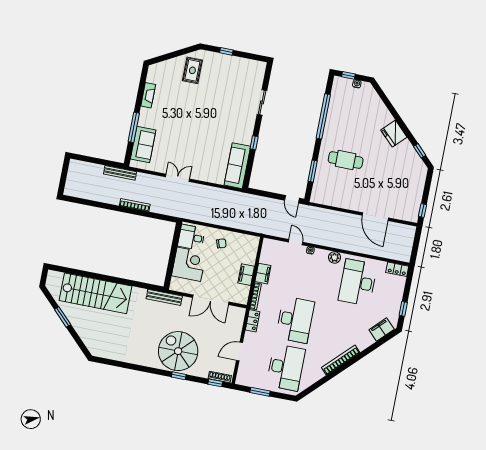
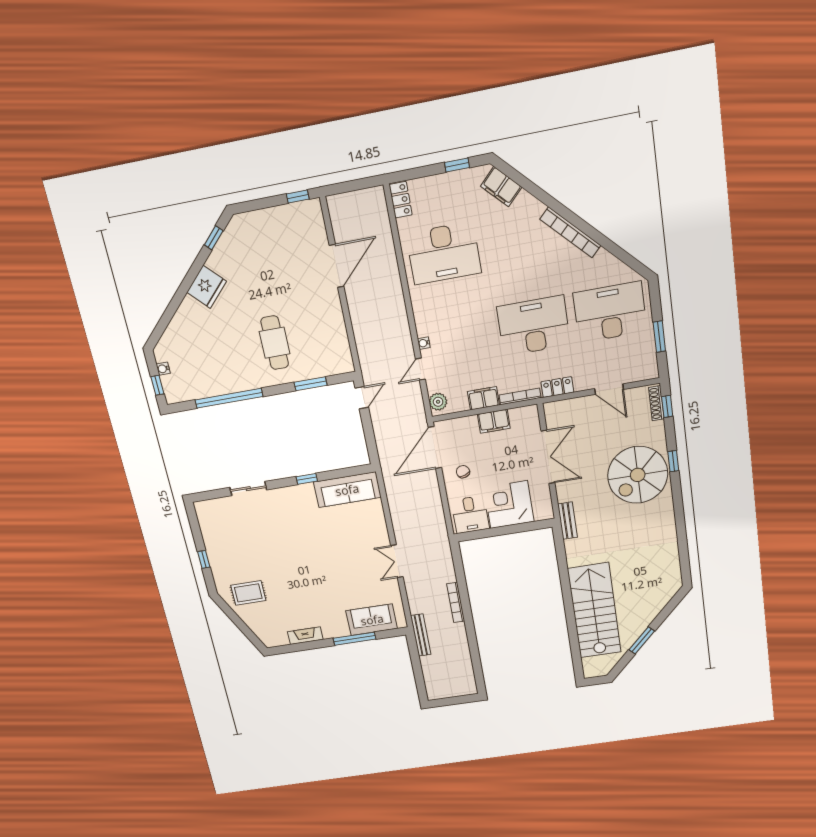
door: (243, 232) -> (435, 448), added
plant: (335, 257) -> (438, 402), moved
bench: (164, 297) -> (567, 521), width x0.73

